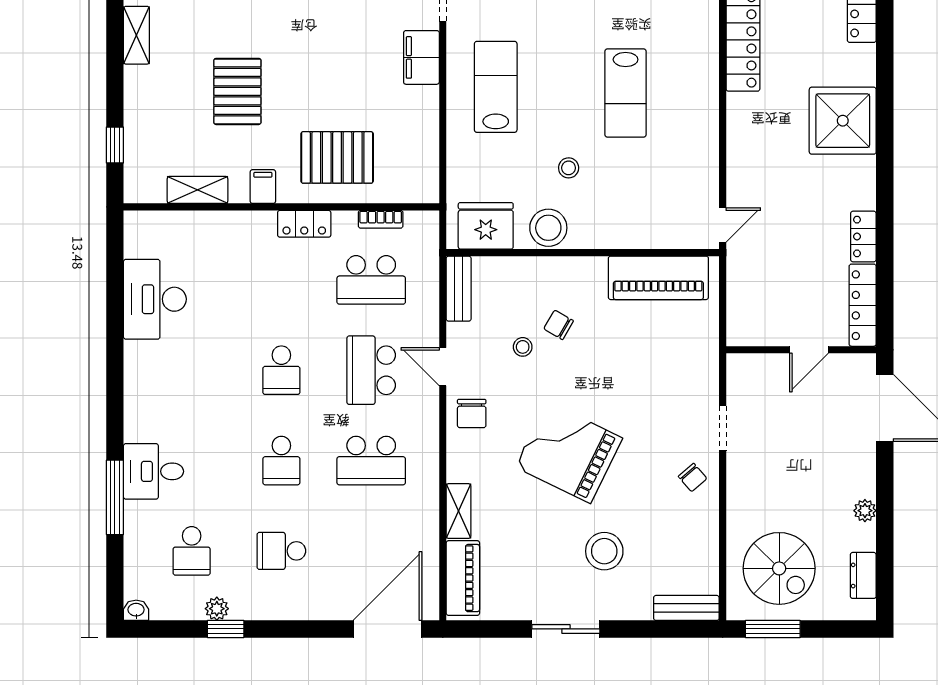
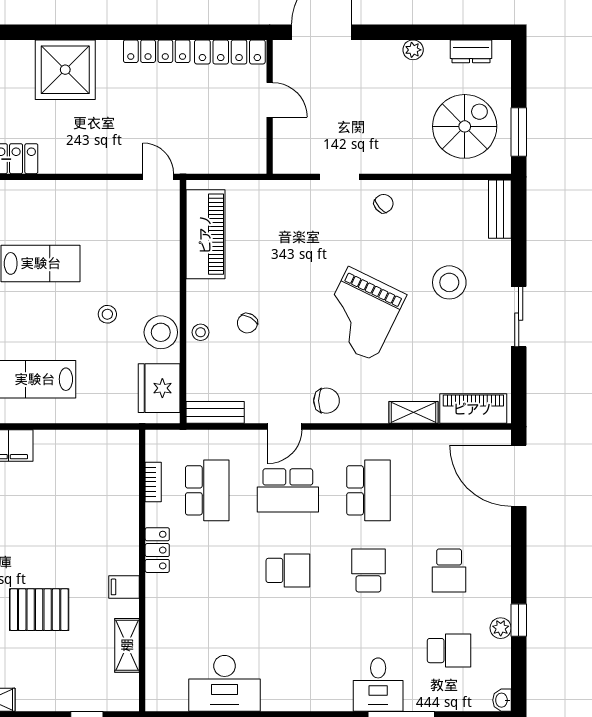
pallet: (337, 157) -> (98, 521), removed
locker: (863, 236) -> (157, 51), width x1.53
stool: (523, 347) -> (201, 332), moved
school desk: (281, 461) -> (368, 570), turned -90

